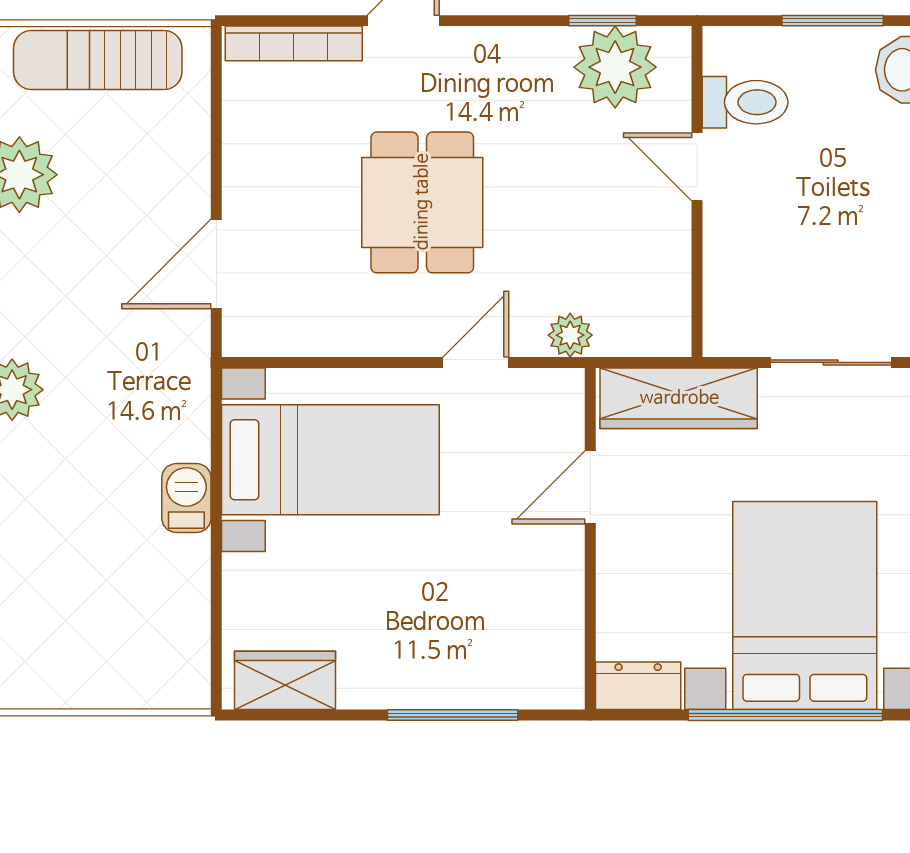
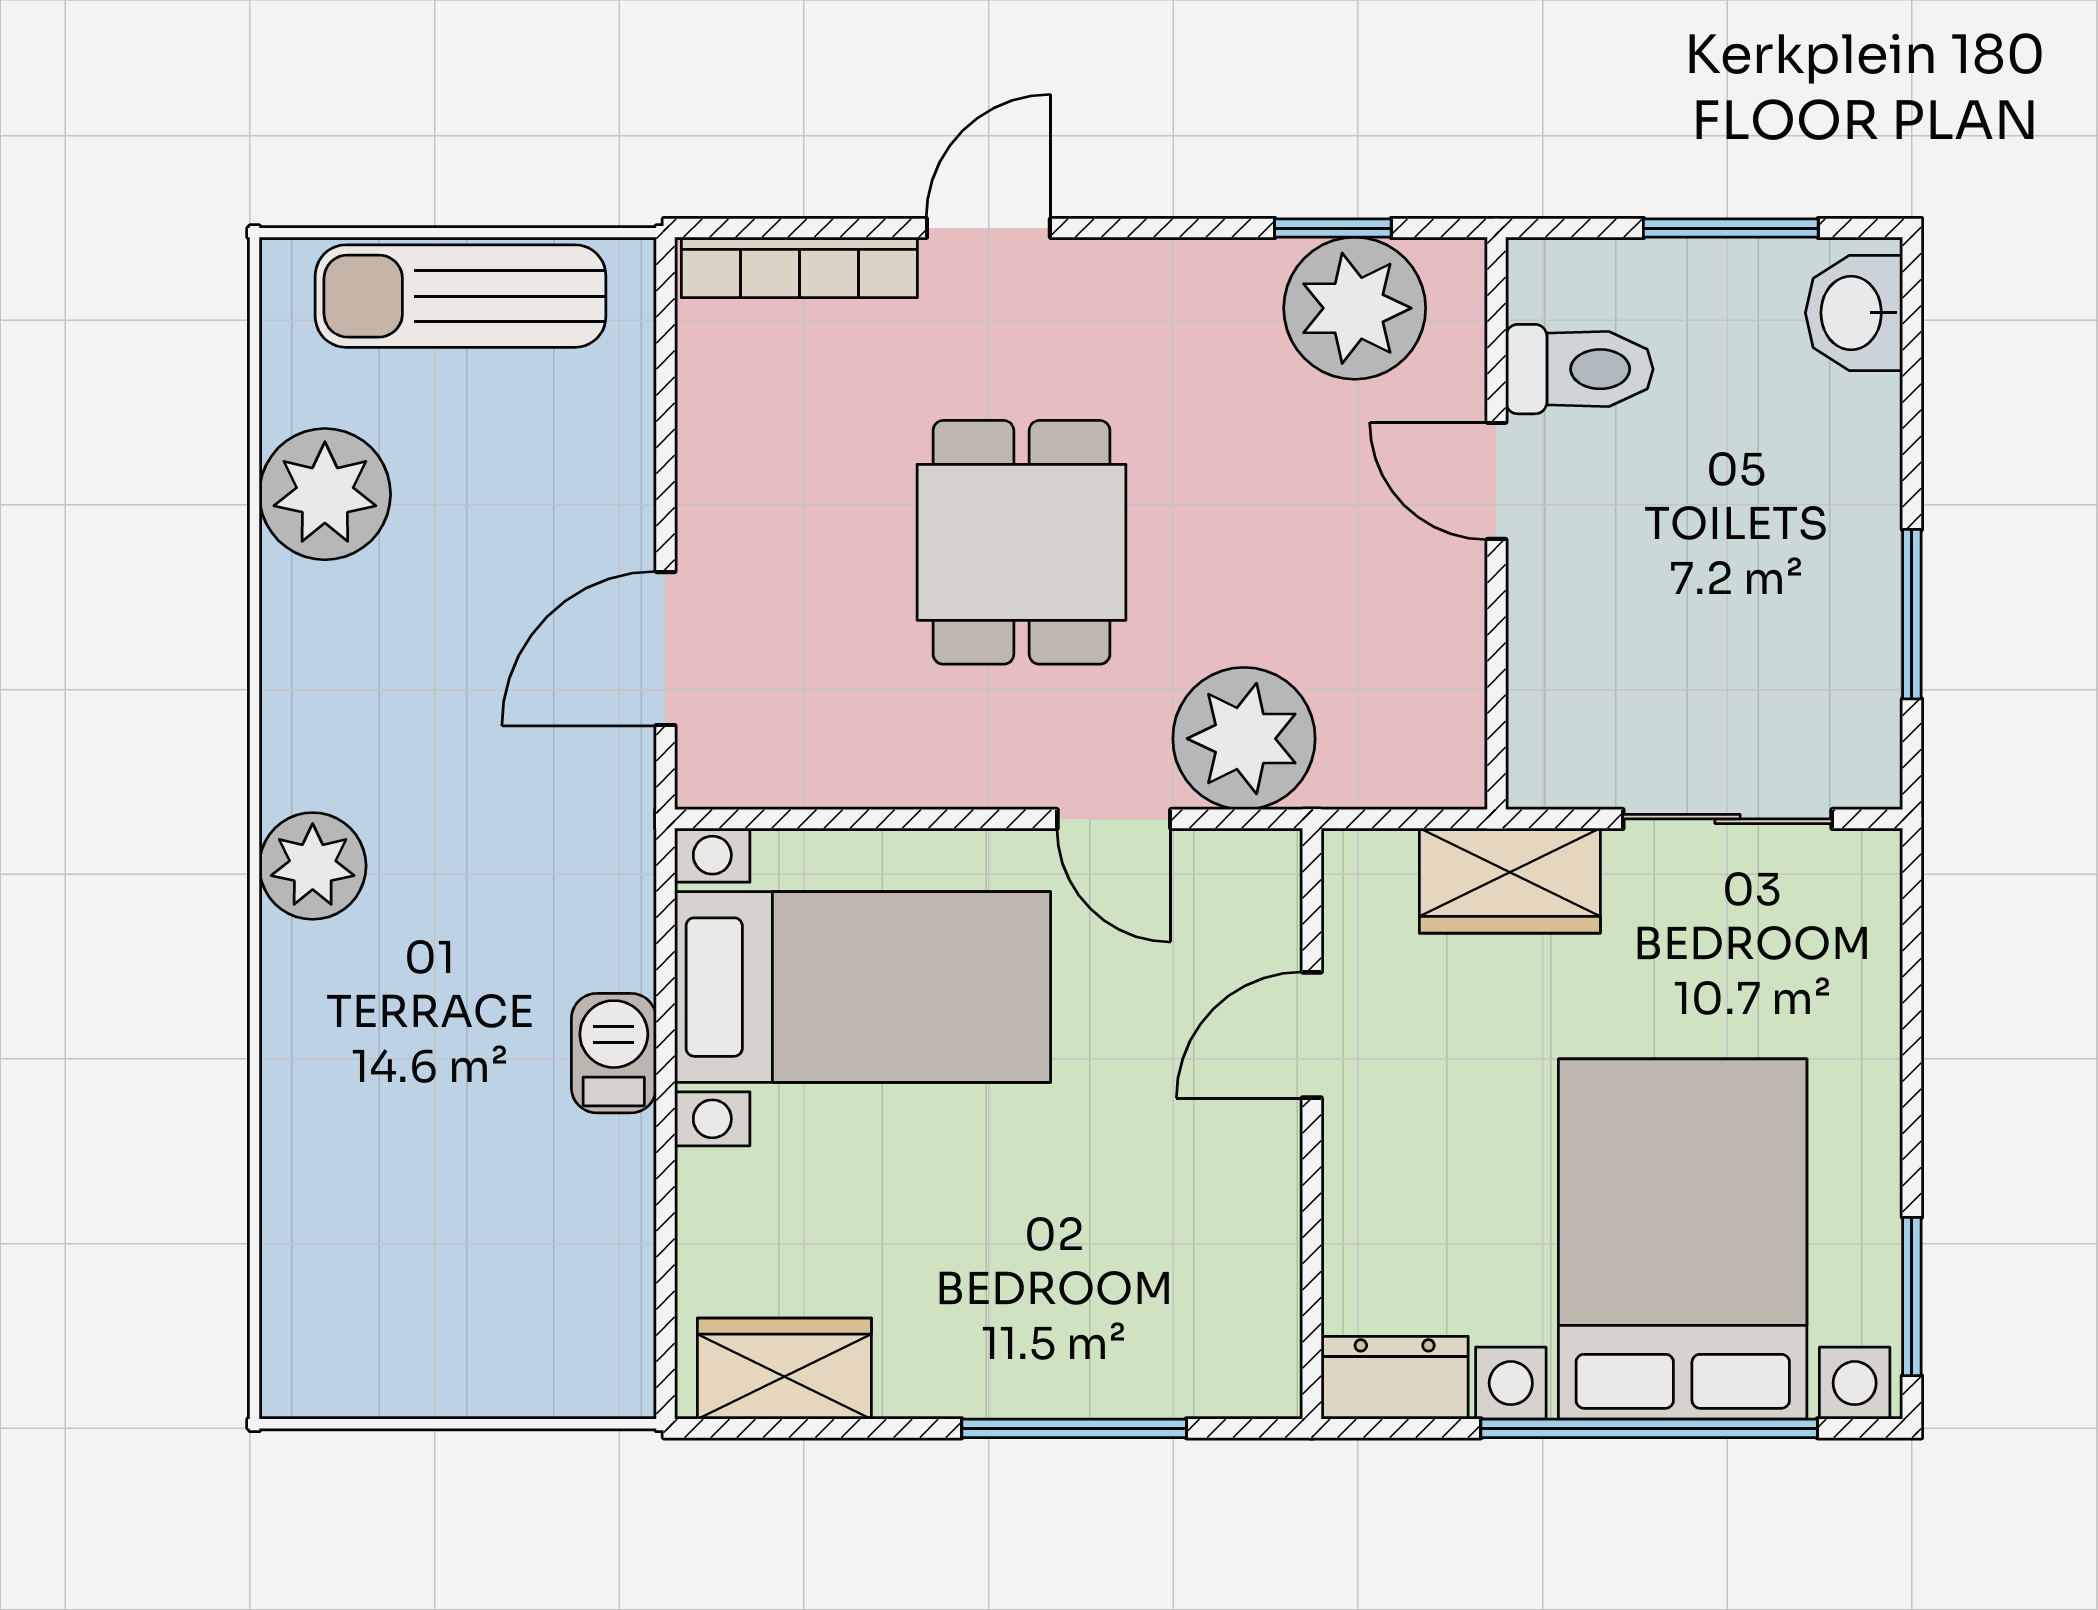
plant: (570, 335) -> (1244, 739), width x1.87, depth x1.87
door: (476, 362) -> (1114, 819), swing flipped
wardrobe: (679, 398) -> (1510, 881), width x0.67

